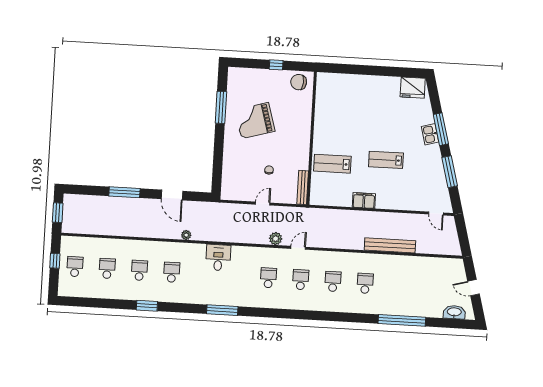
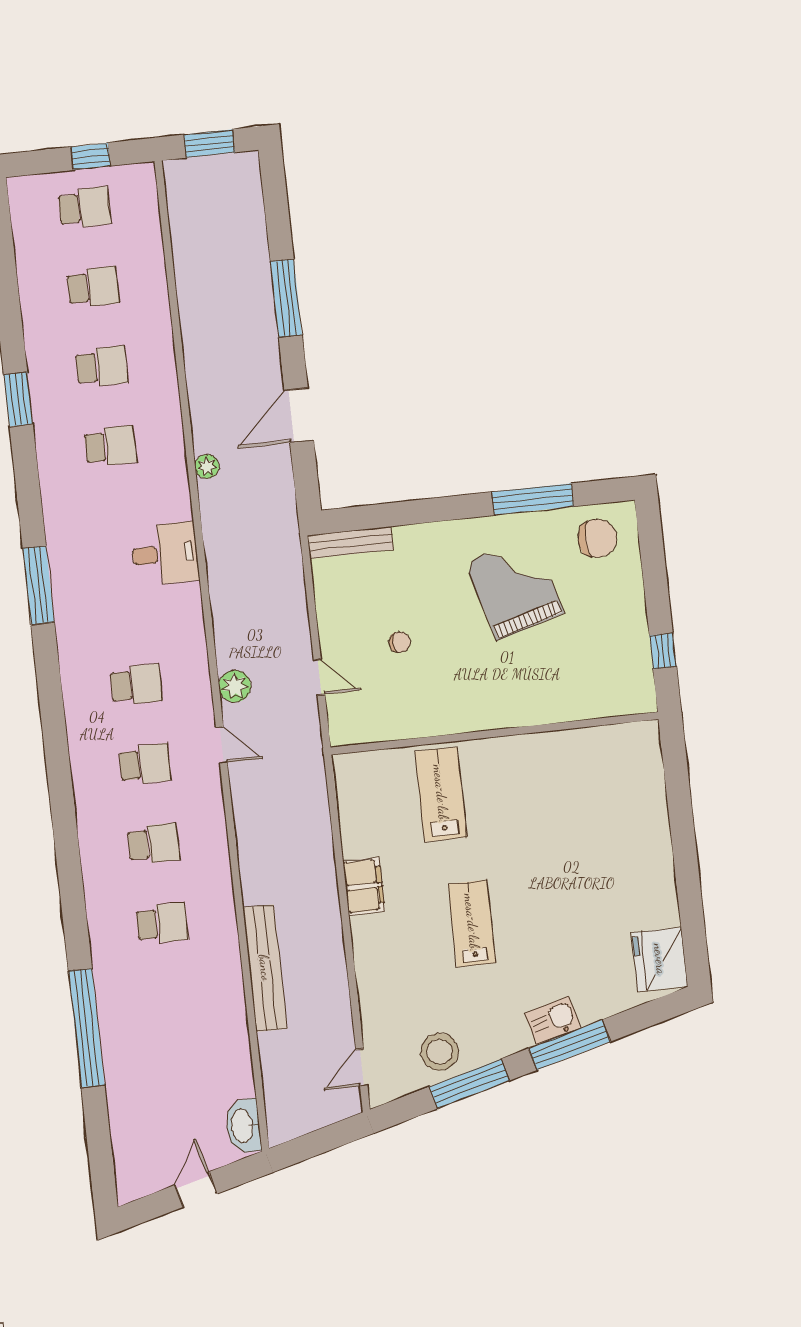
window: (276, 65) -> (663, 651), moved
chair: (299, 82) -> (597, 538), moved, turned 86
stool: (435, 181) -> (440, 1052), added
bench: (303, 187) -> (350, 543), moved
door: (263, 204) -> (319, 677), moved
washbasin: (454, 312) -> (243, 1126), moved, turned 180

